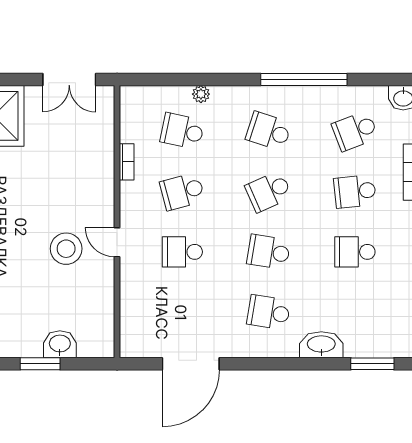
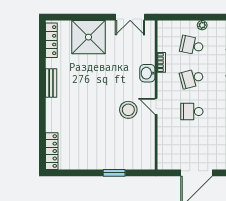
washbasin: (60, 344) -> (147, 73), moved, turned -90

